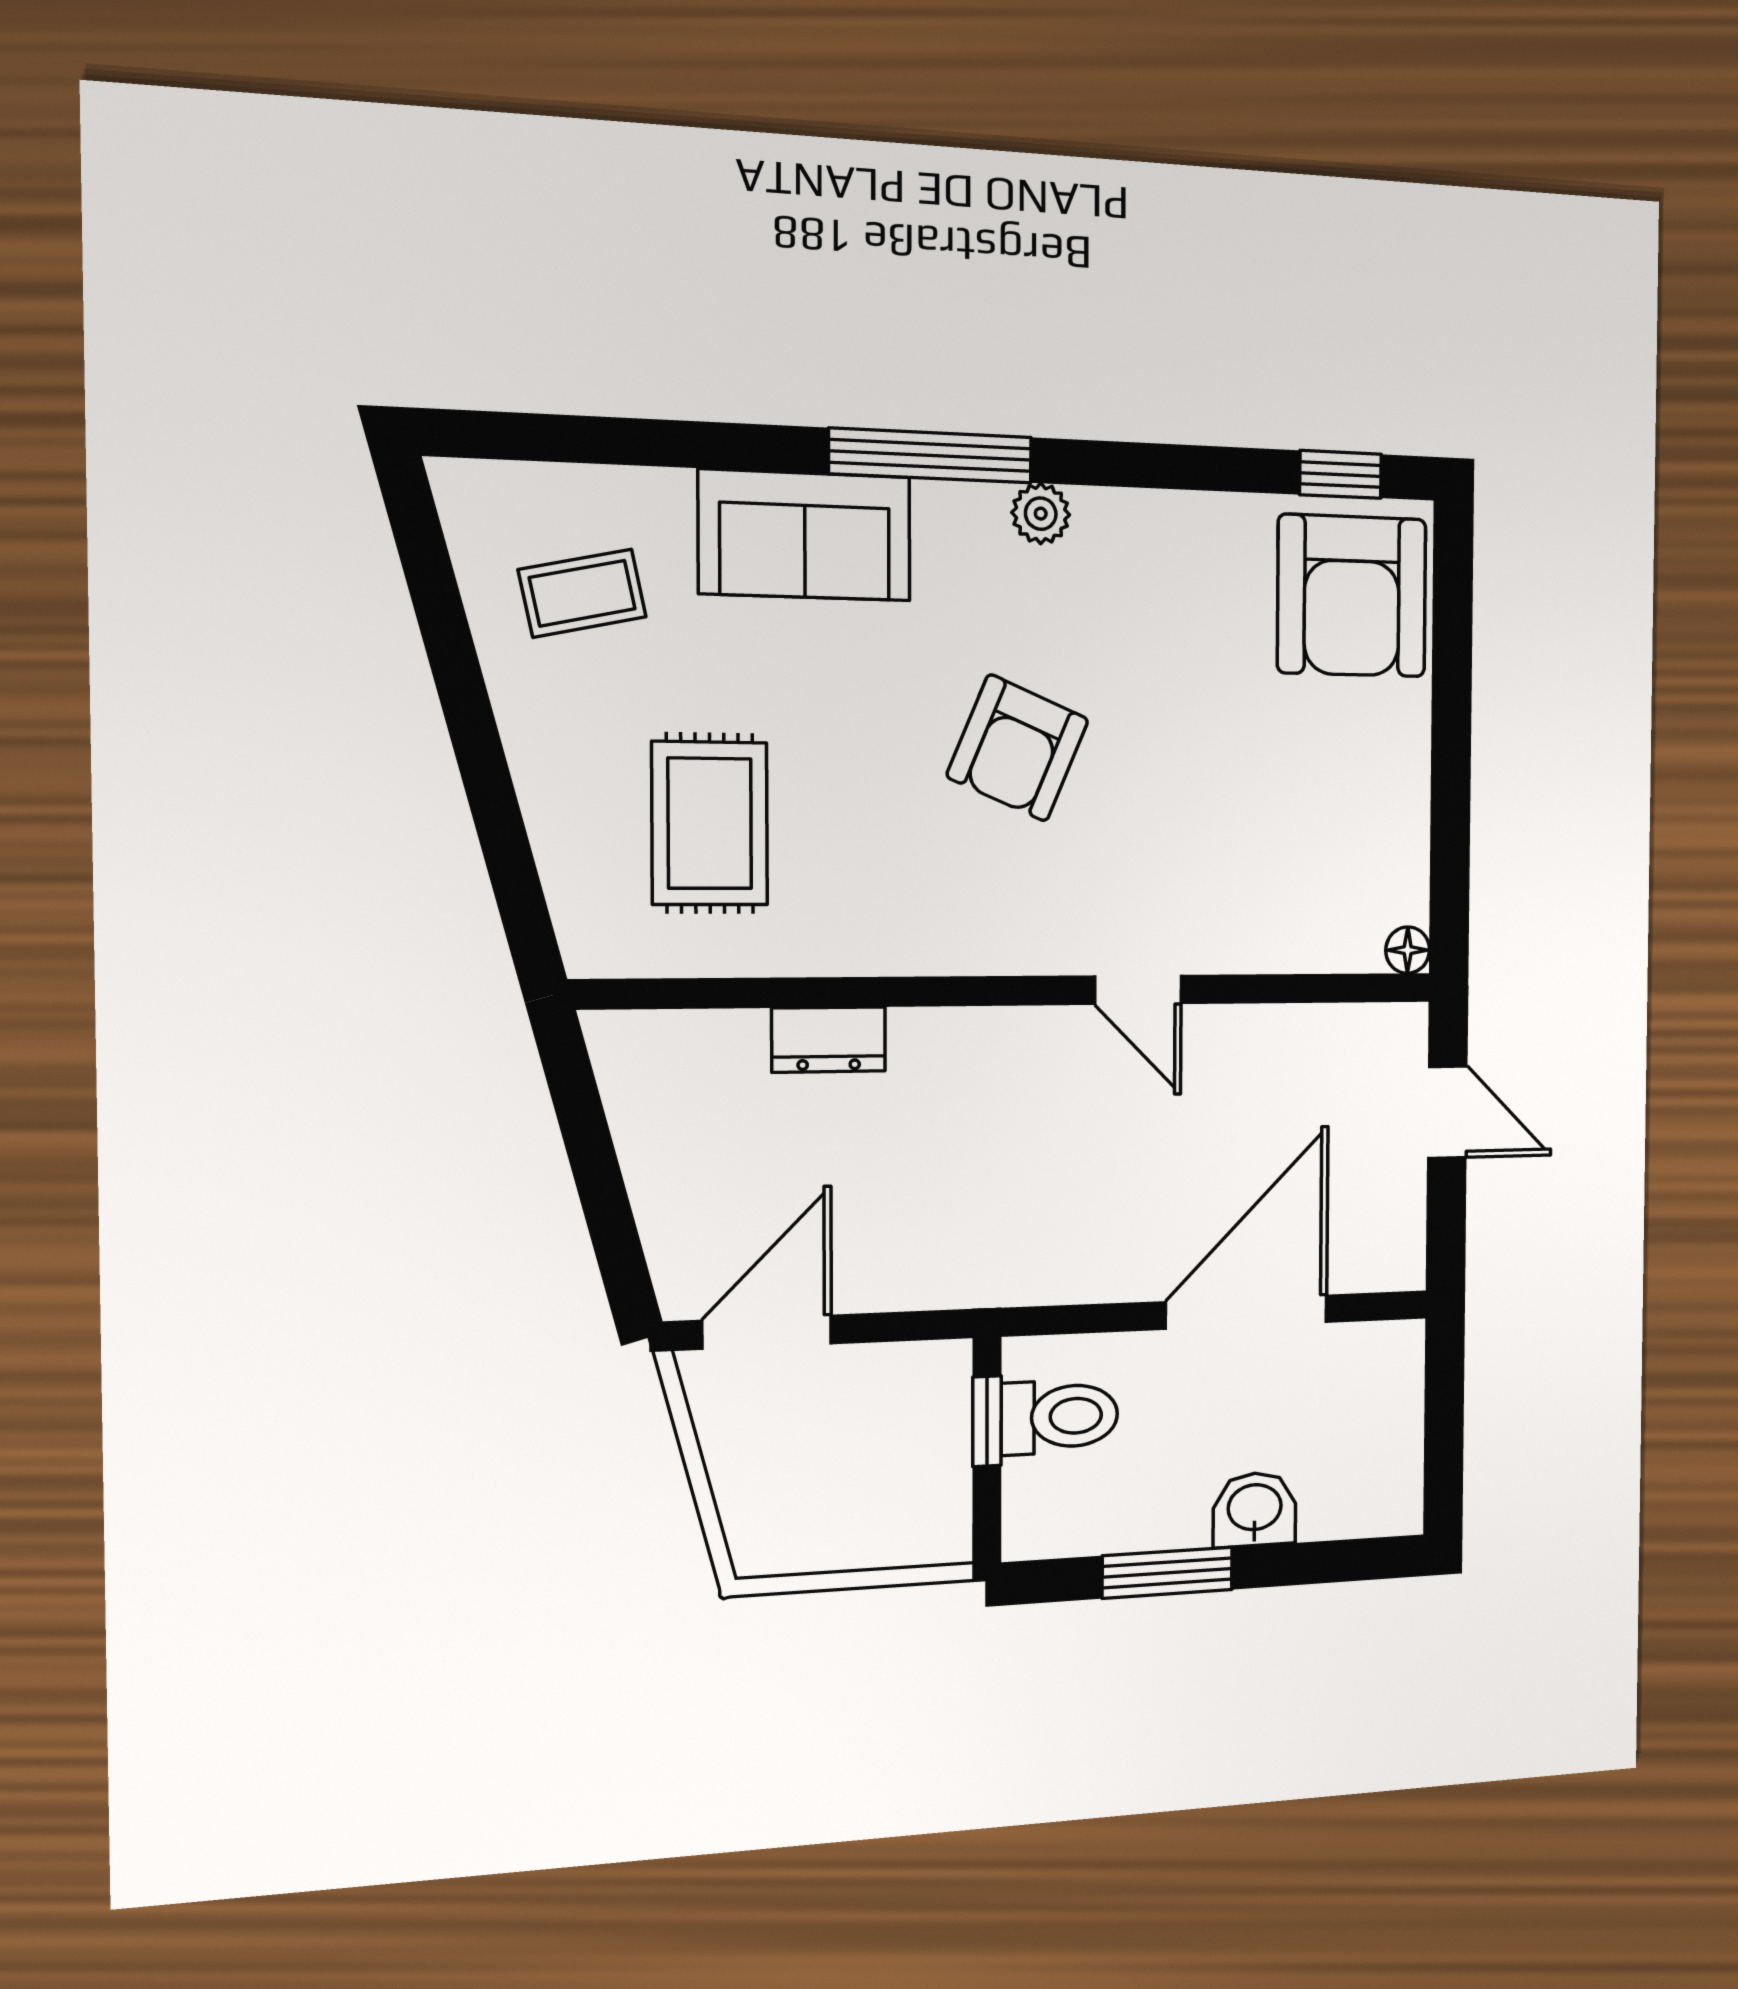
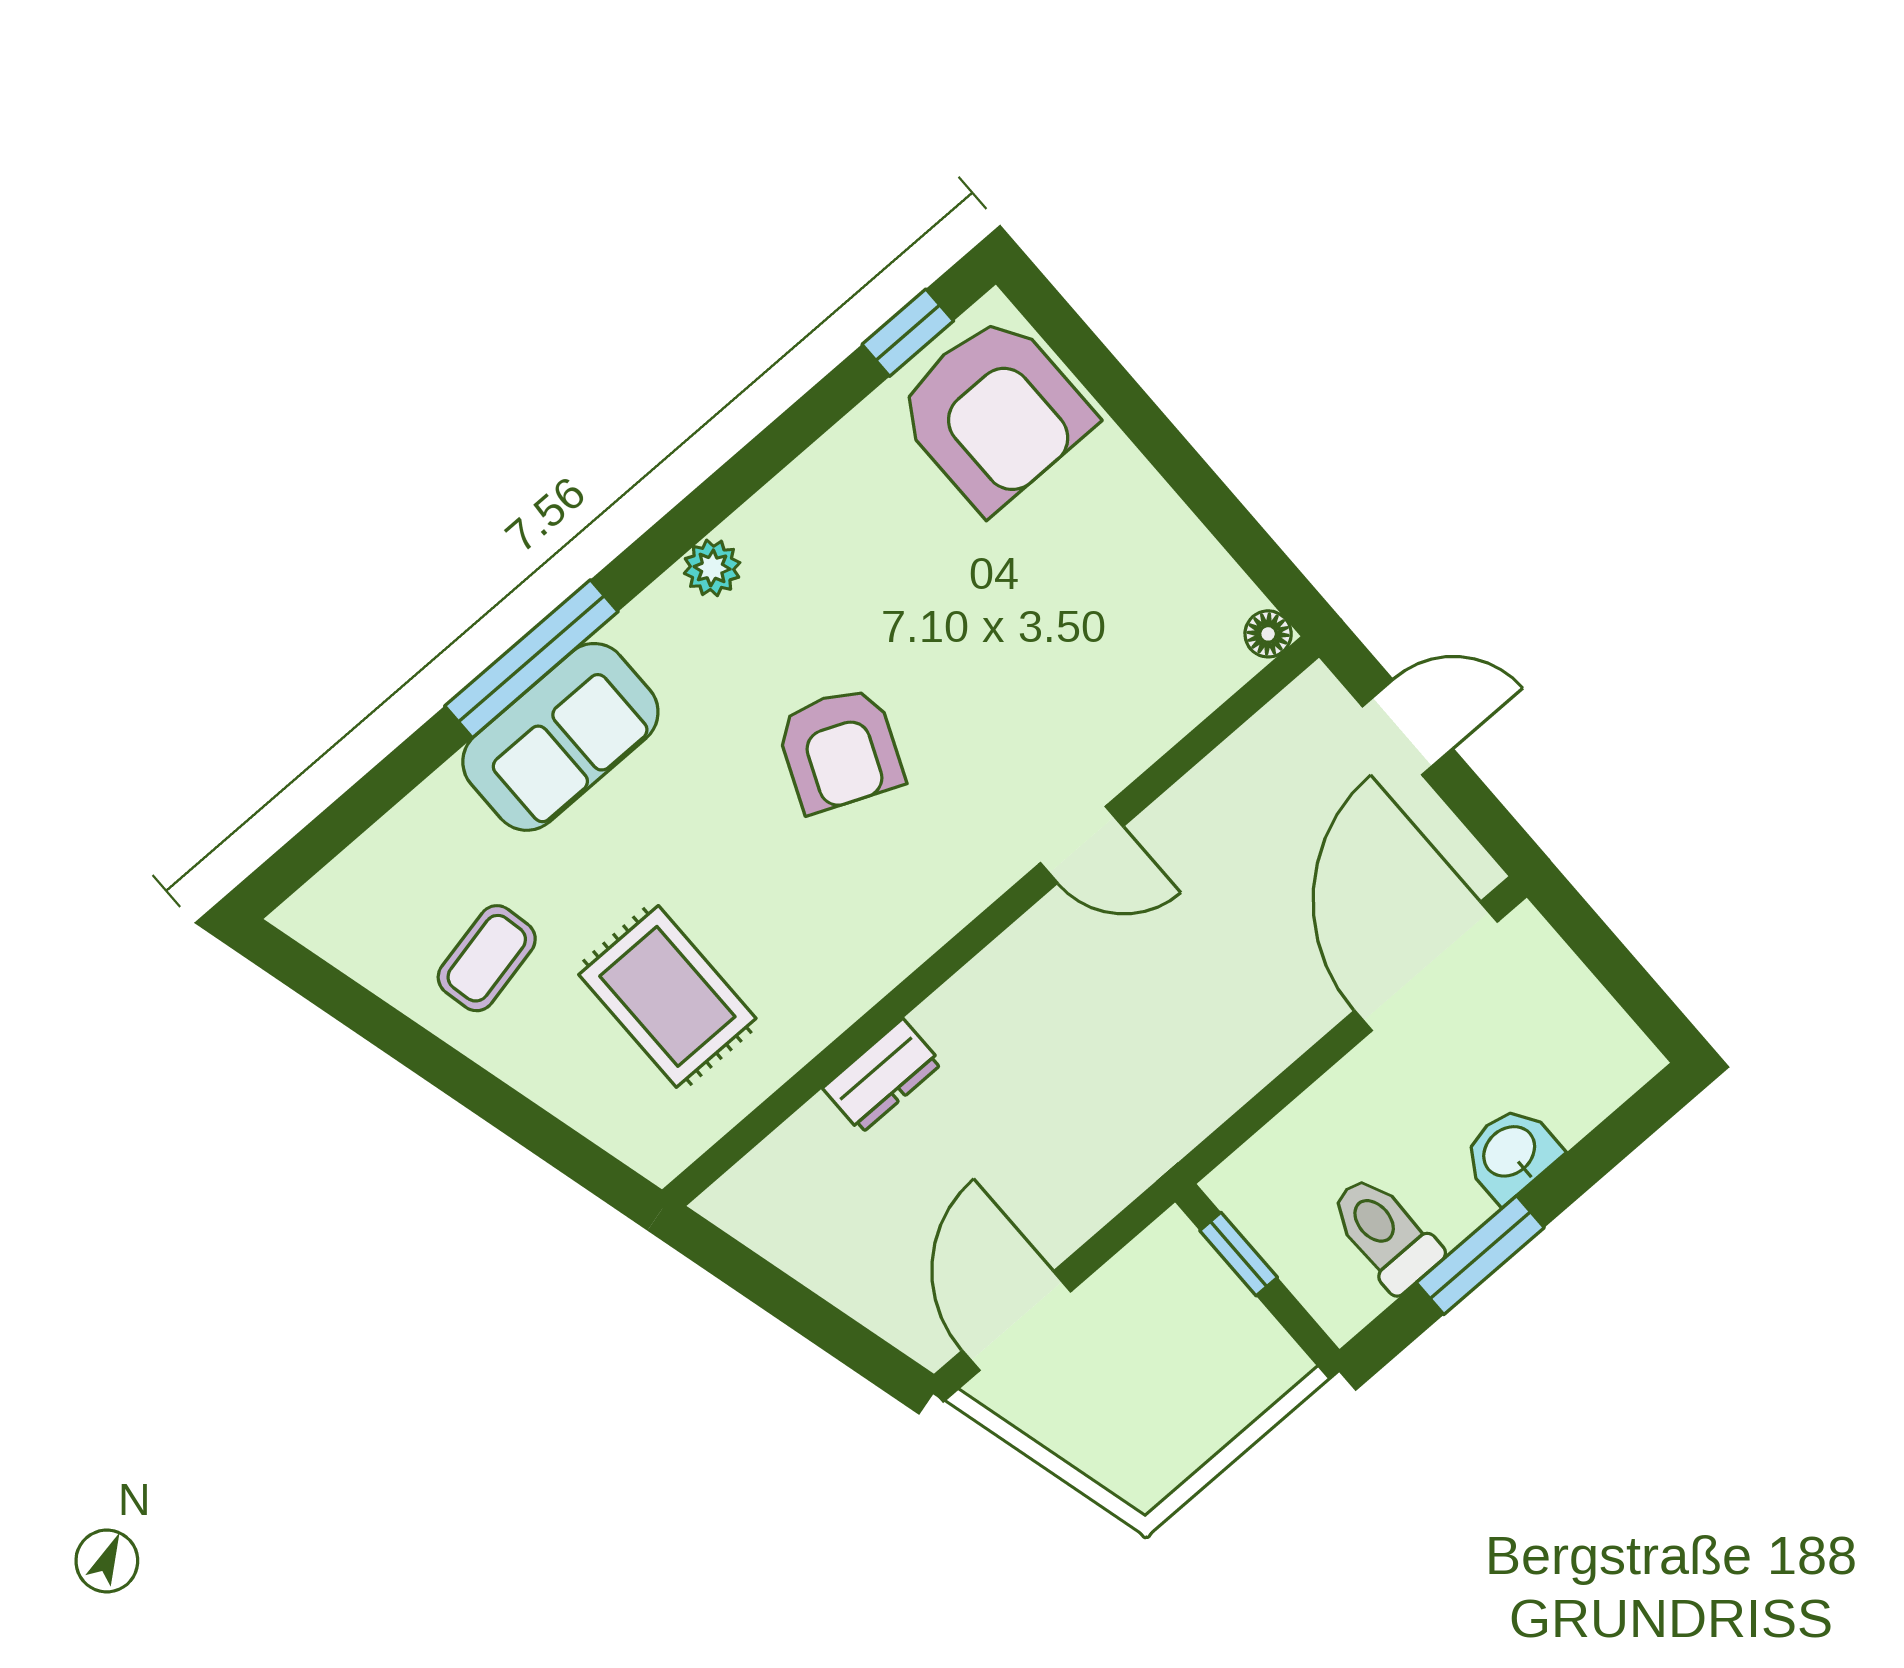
window: (931, 456) -> (531, 659), moved
coffee table: (582, 593) -> (487, 958), moved
door: (1247, 1312) -> (1426, 966), moved
toilet: (1060, 1417) -> (1385, 1233), moved, turned -90

